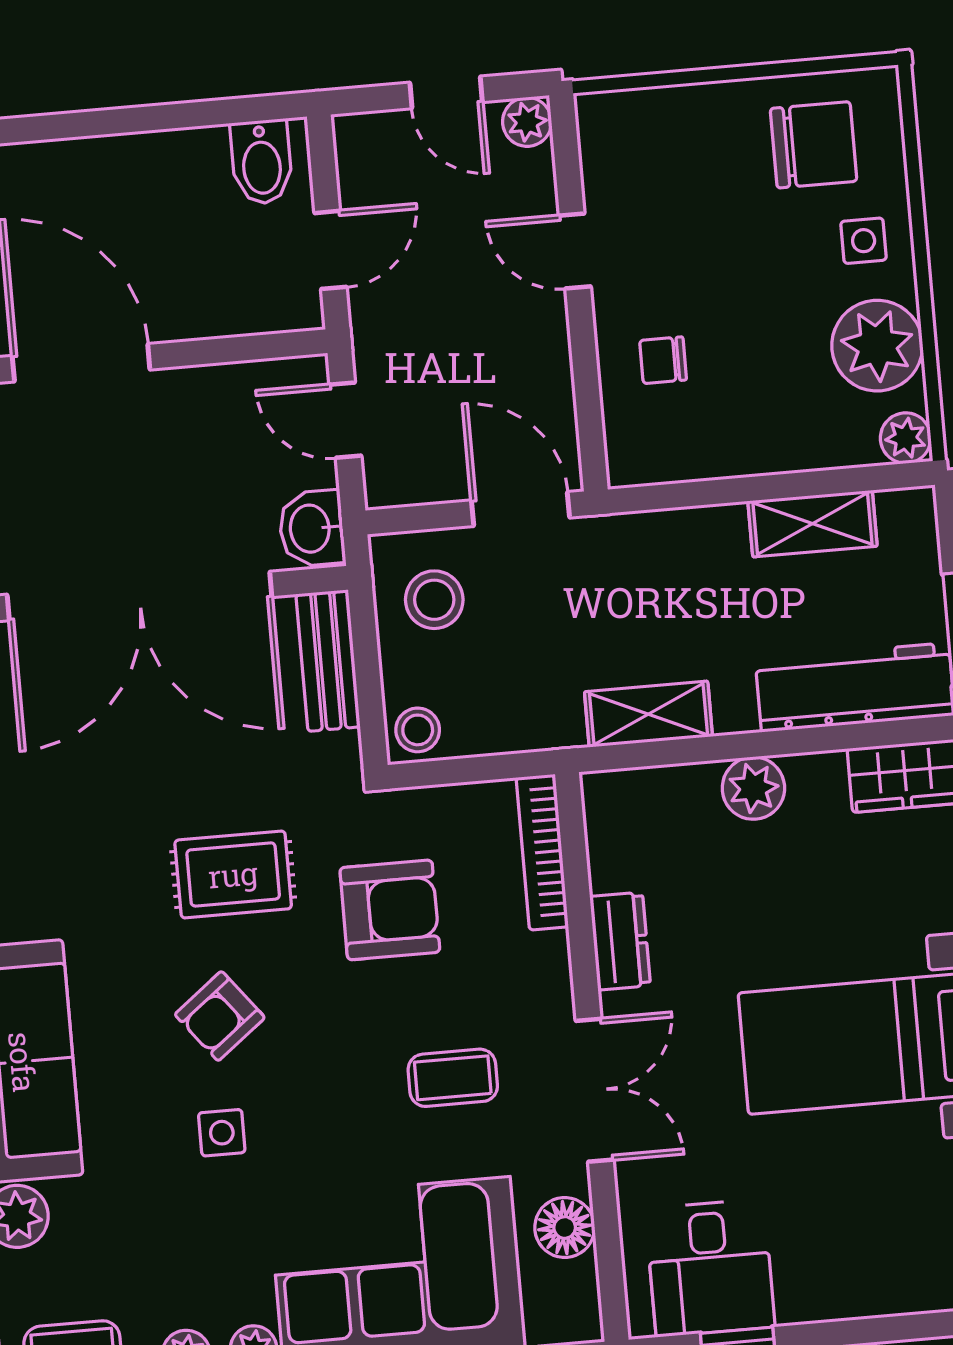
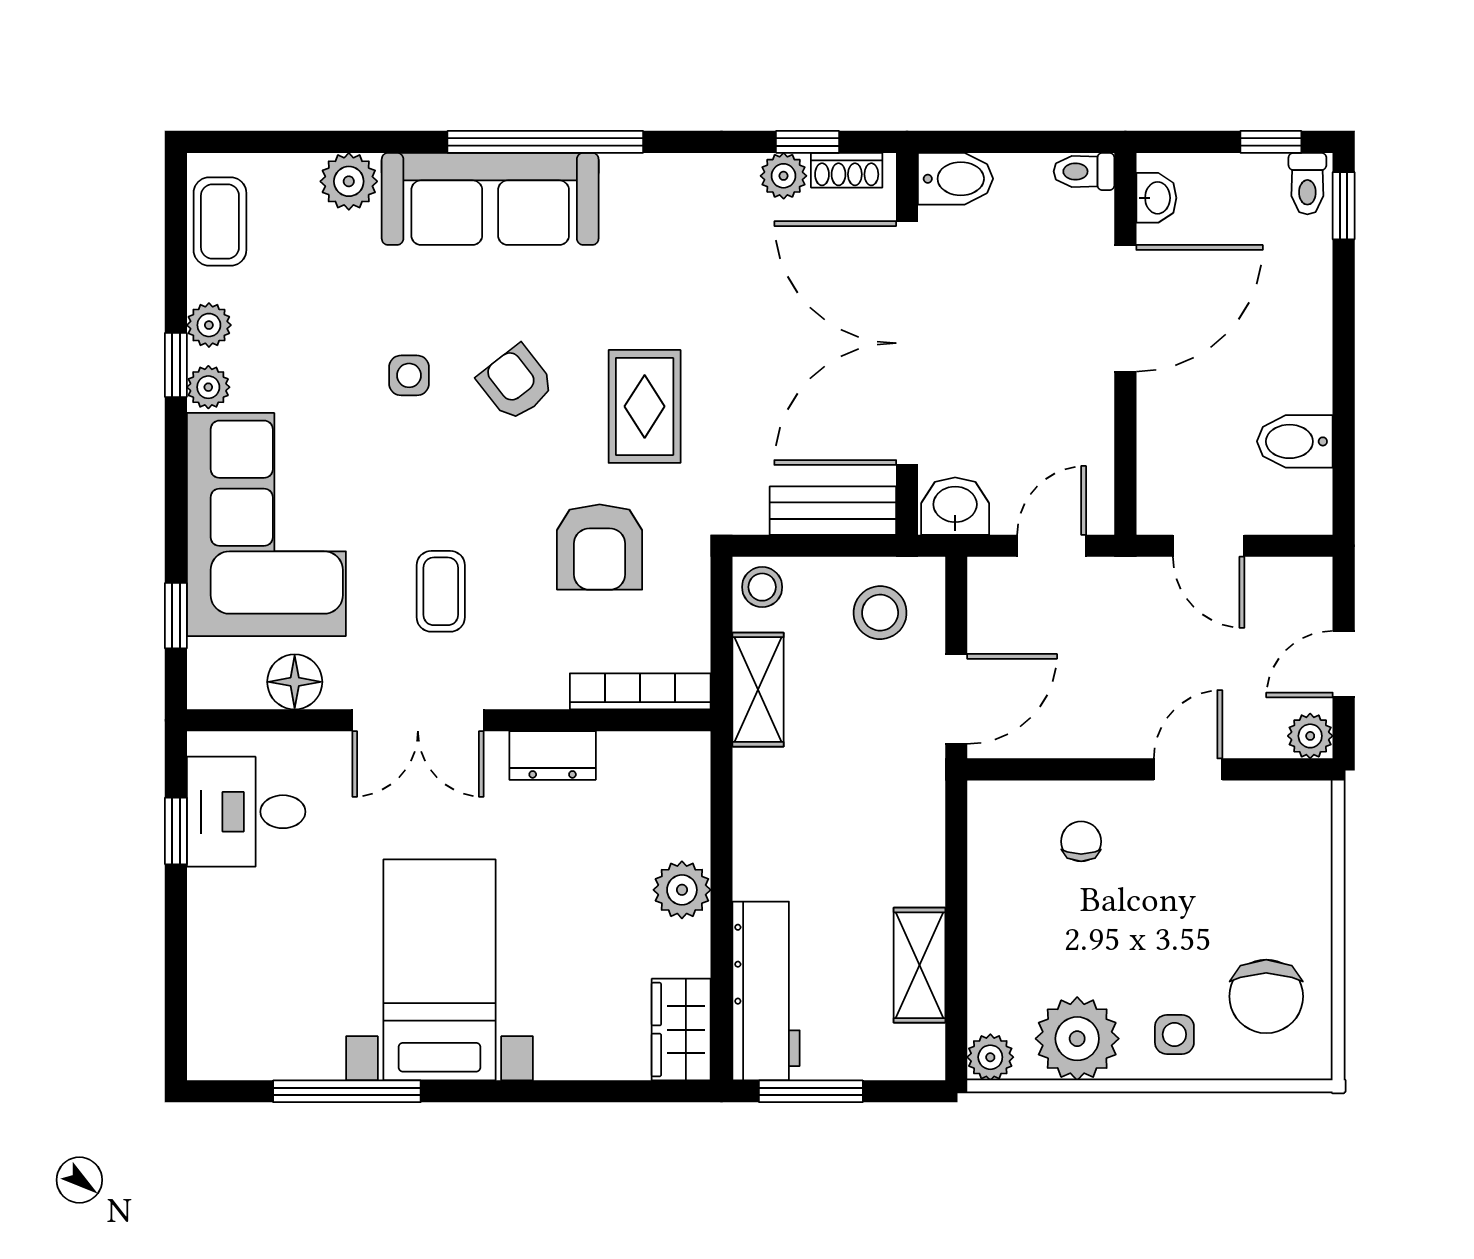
bidet: (261, 162) -> (1295, 441), moved
shelving: (648, 714) -> (758, 690), moved

